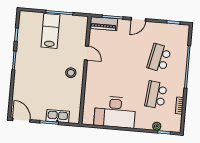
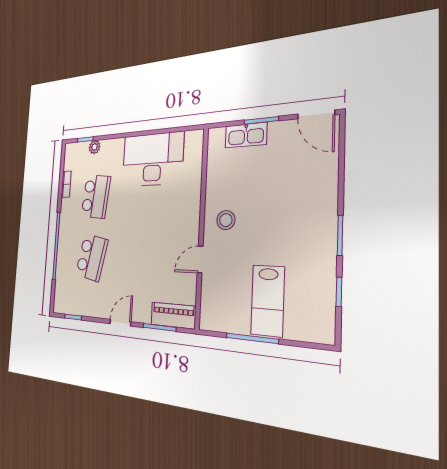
door: (86, 53) -> (200, 259), hinge flipped

